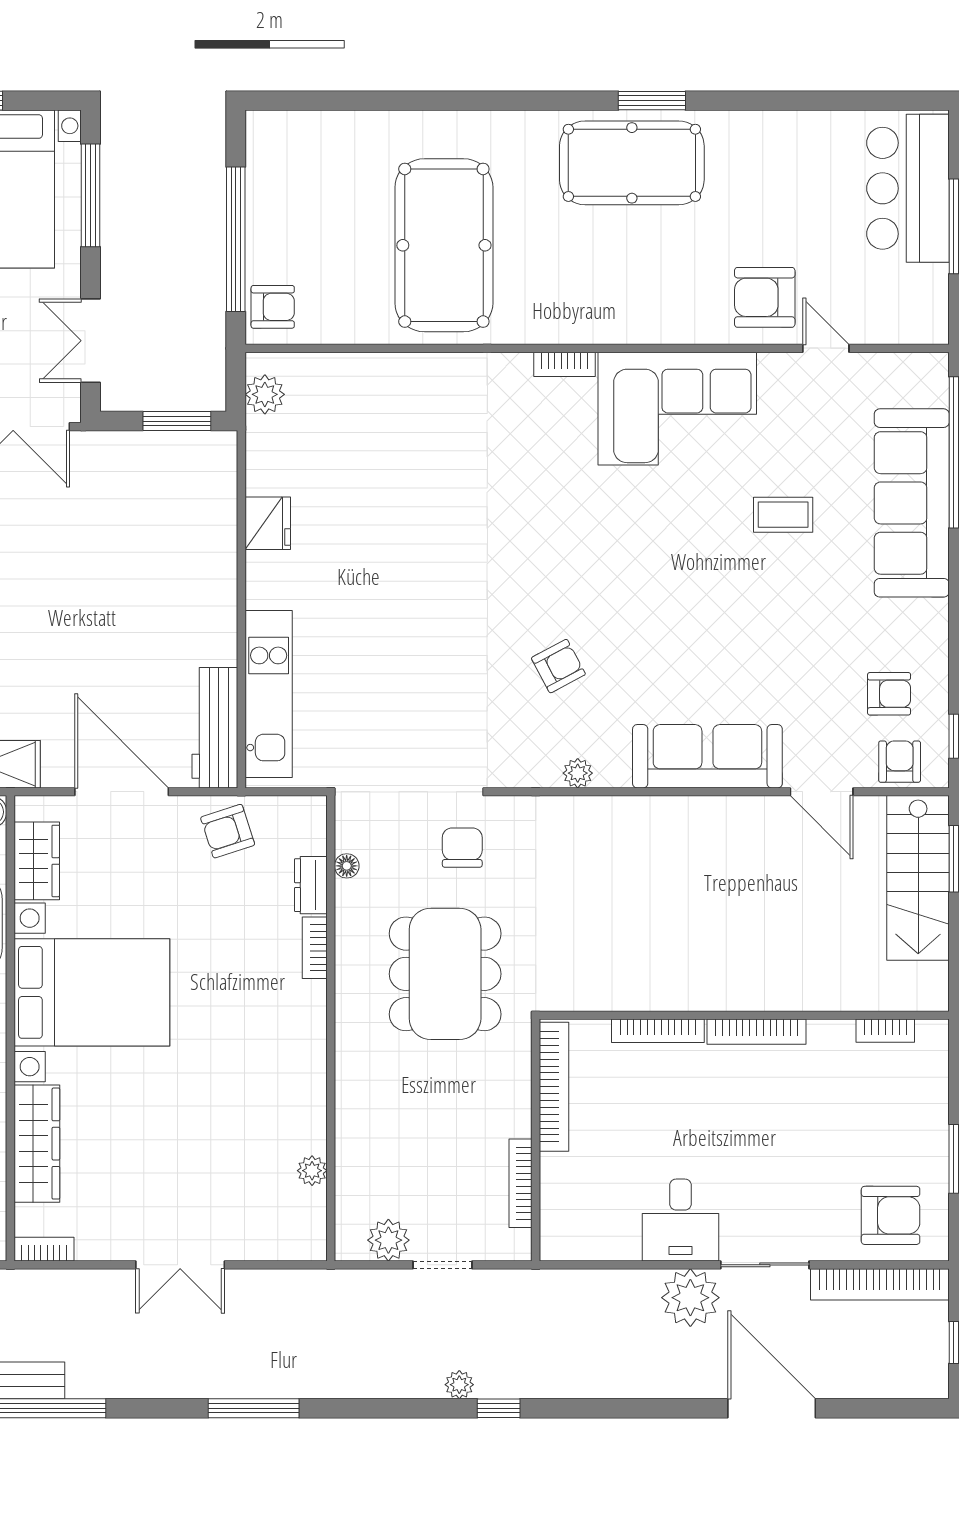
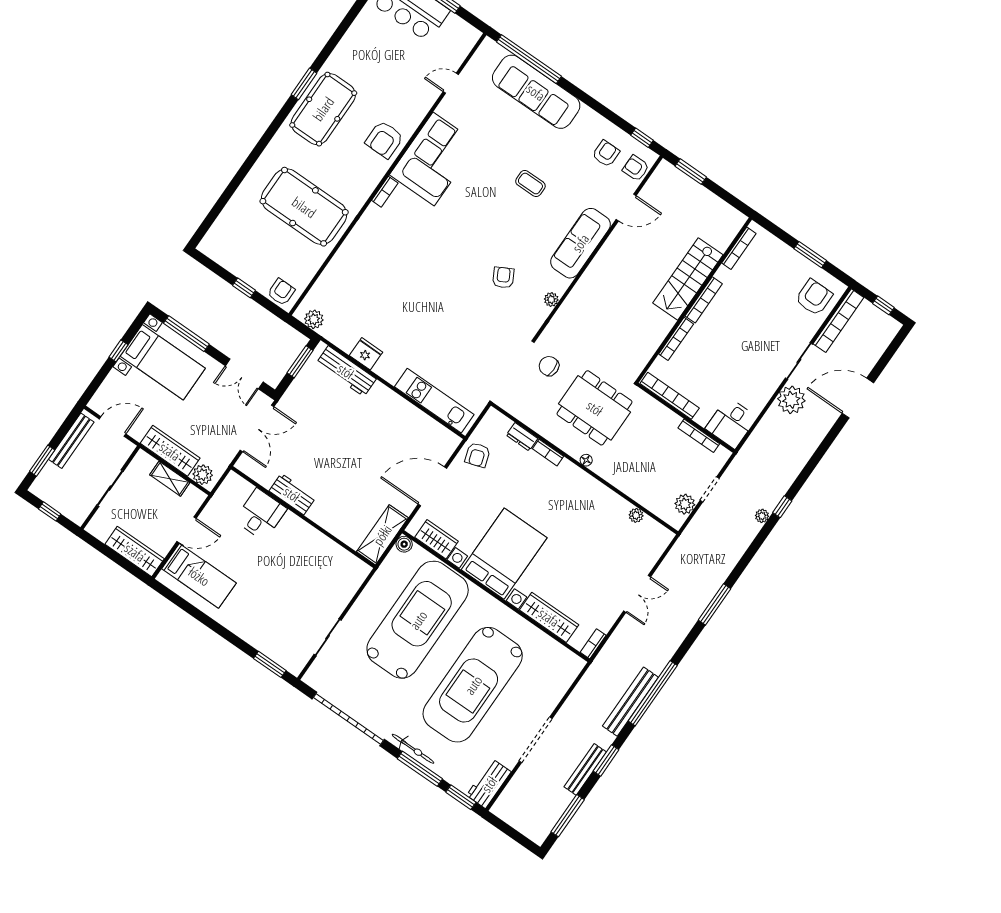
window: (236, 239) -> (244, 288), width x0.32
armchair: (765, 297) -> (384, 140), moved
coffee table: (783, 515) -> (530, 184), moved, turned 90
workbench: (215, 728) -> (346, 371), moved
floor lamp: (347, 866) -> (586, 460), moved
stairs: (918, 878) -> (688, 279), moved, turned 90
bookcase: (885, 1031) -> (739, 248), width x1.56
desk: (680, 1220) -> (731, 423), moved, turned 90

